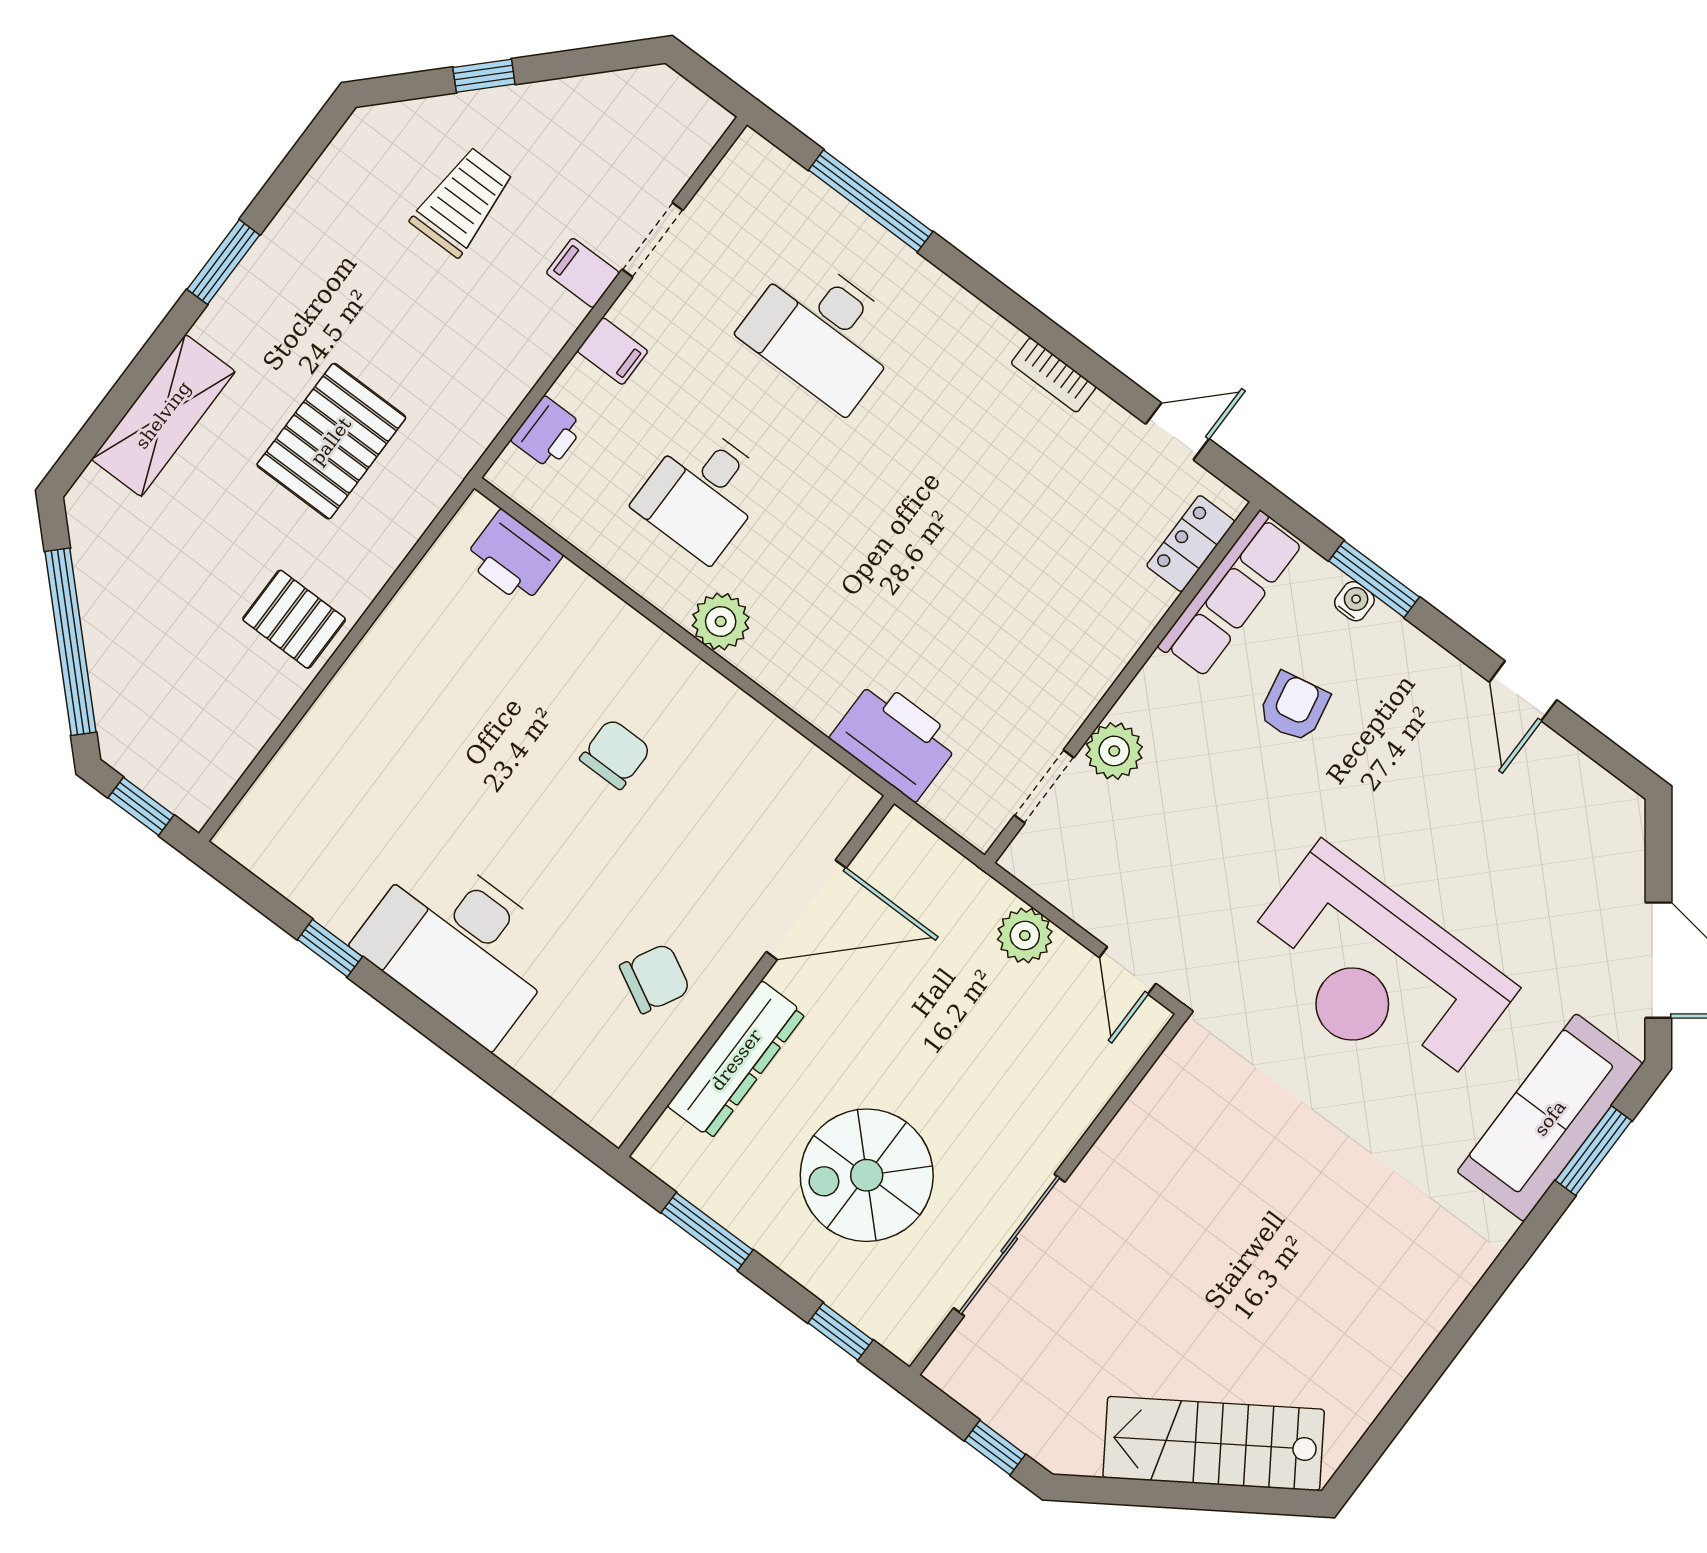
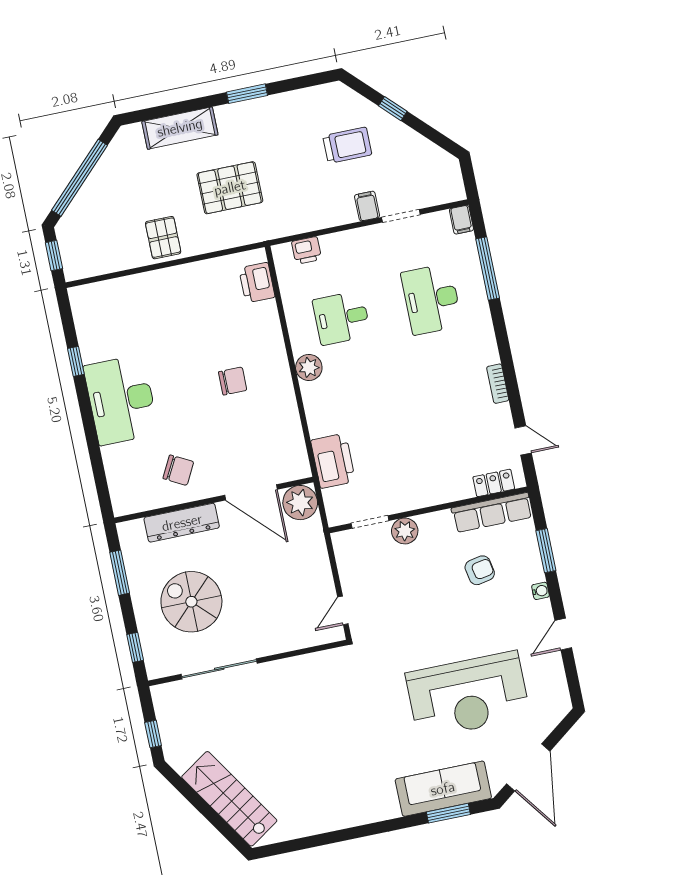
filing cabinet: (613, 351) -> (461, 220), moved
water cooler: (1354, 601) -> (540, 591), moved
plant: (1025, 935) -> (300, 503), moved, width x1.36, depth x1.36
reception desk: (1376, 973) -> (468, 695), moved, turned -90

